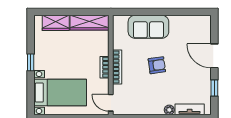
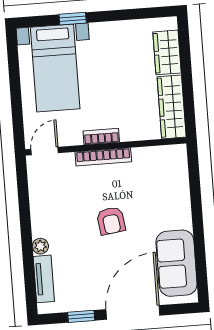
sofa: (148, 27) -> (177, 263), moved
door: (214, 56) -> (133, 312), width x1.36
window: (31, 62) -> (73, 19), moved

